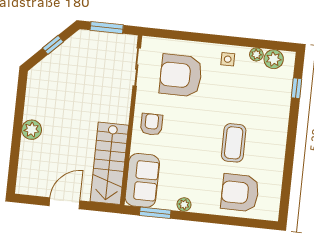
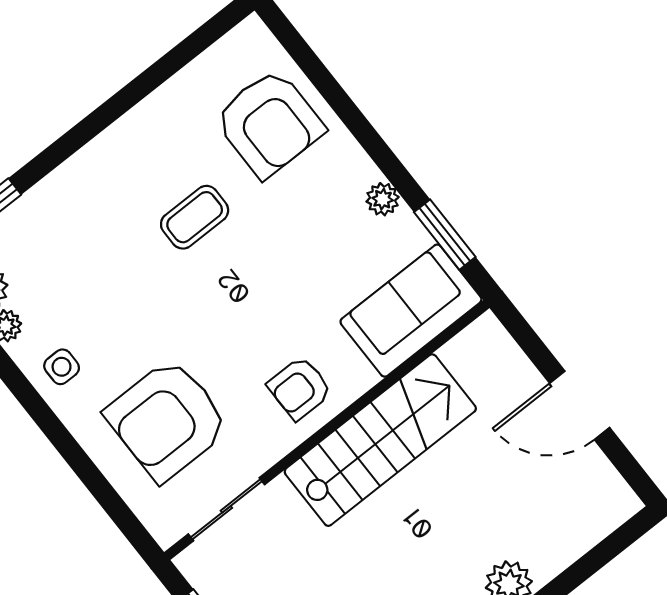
armchair: (181, 75) -> (167, 420), turned 90
coffee table: (234, 143) -> (195, 217), width x0.73, depth x0.77
stairs: (109, 163) -> (380, 440), moved

